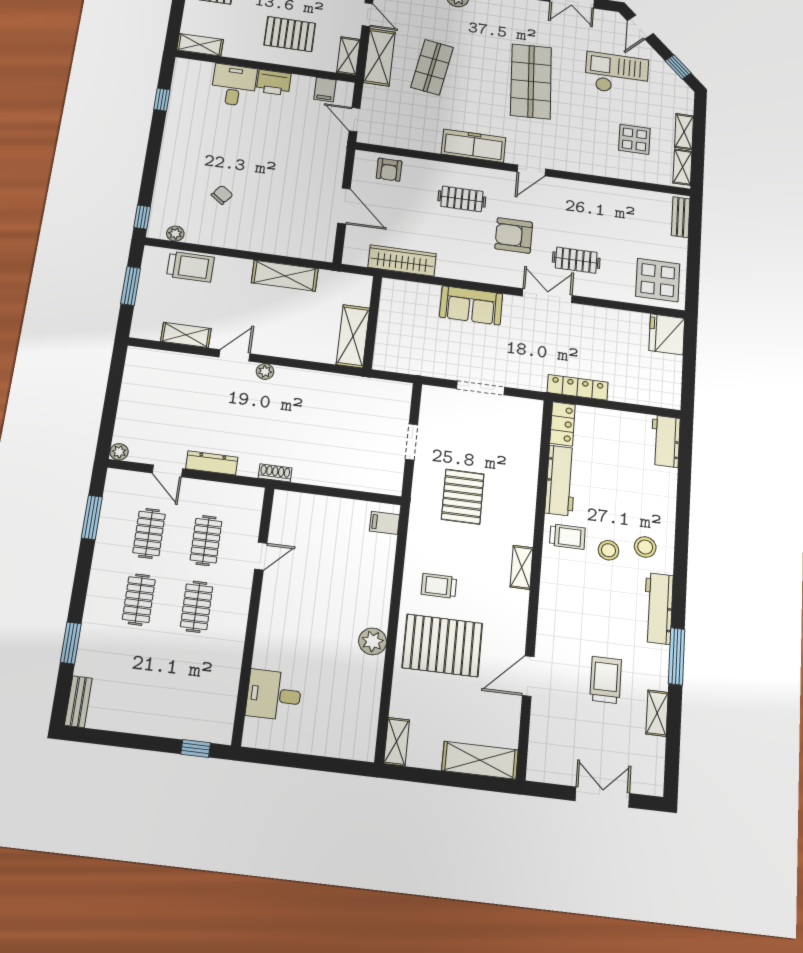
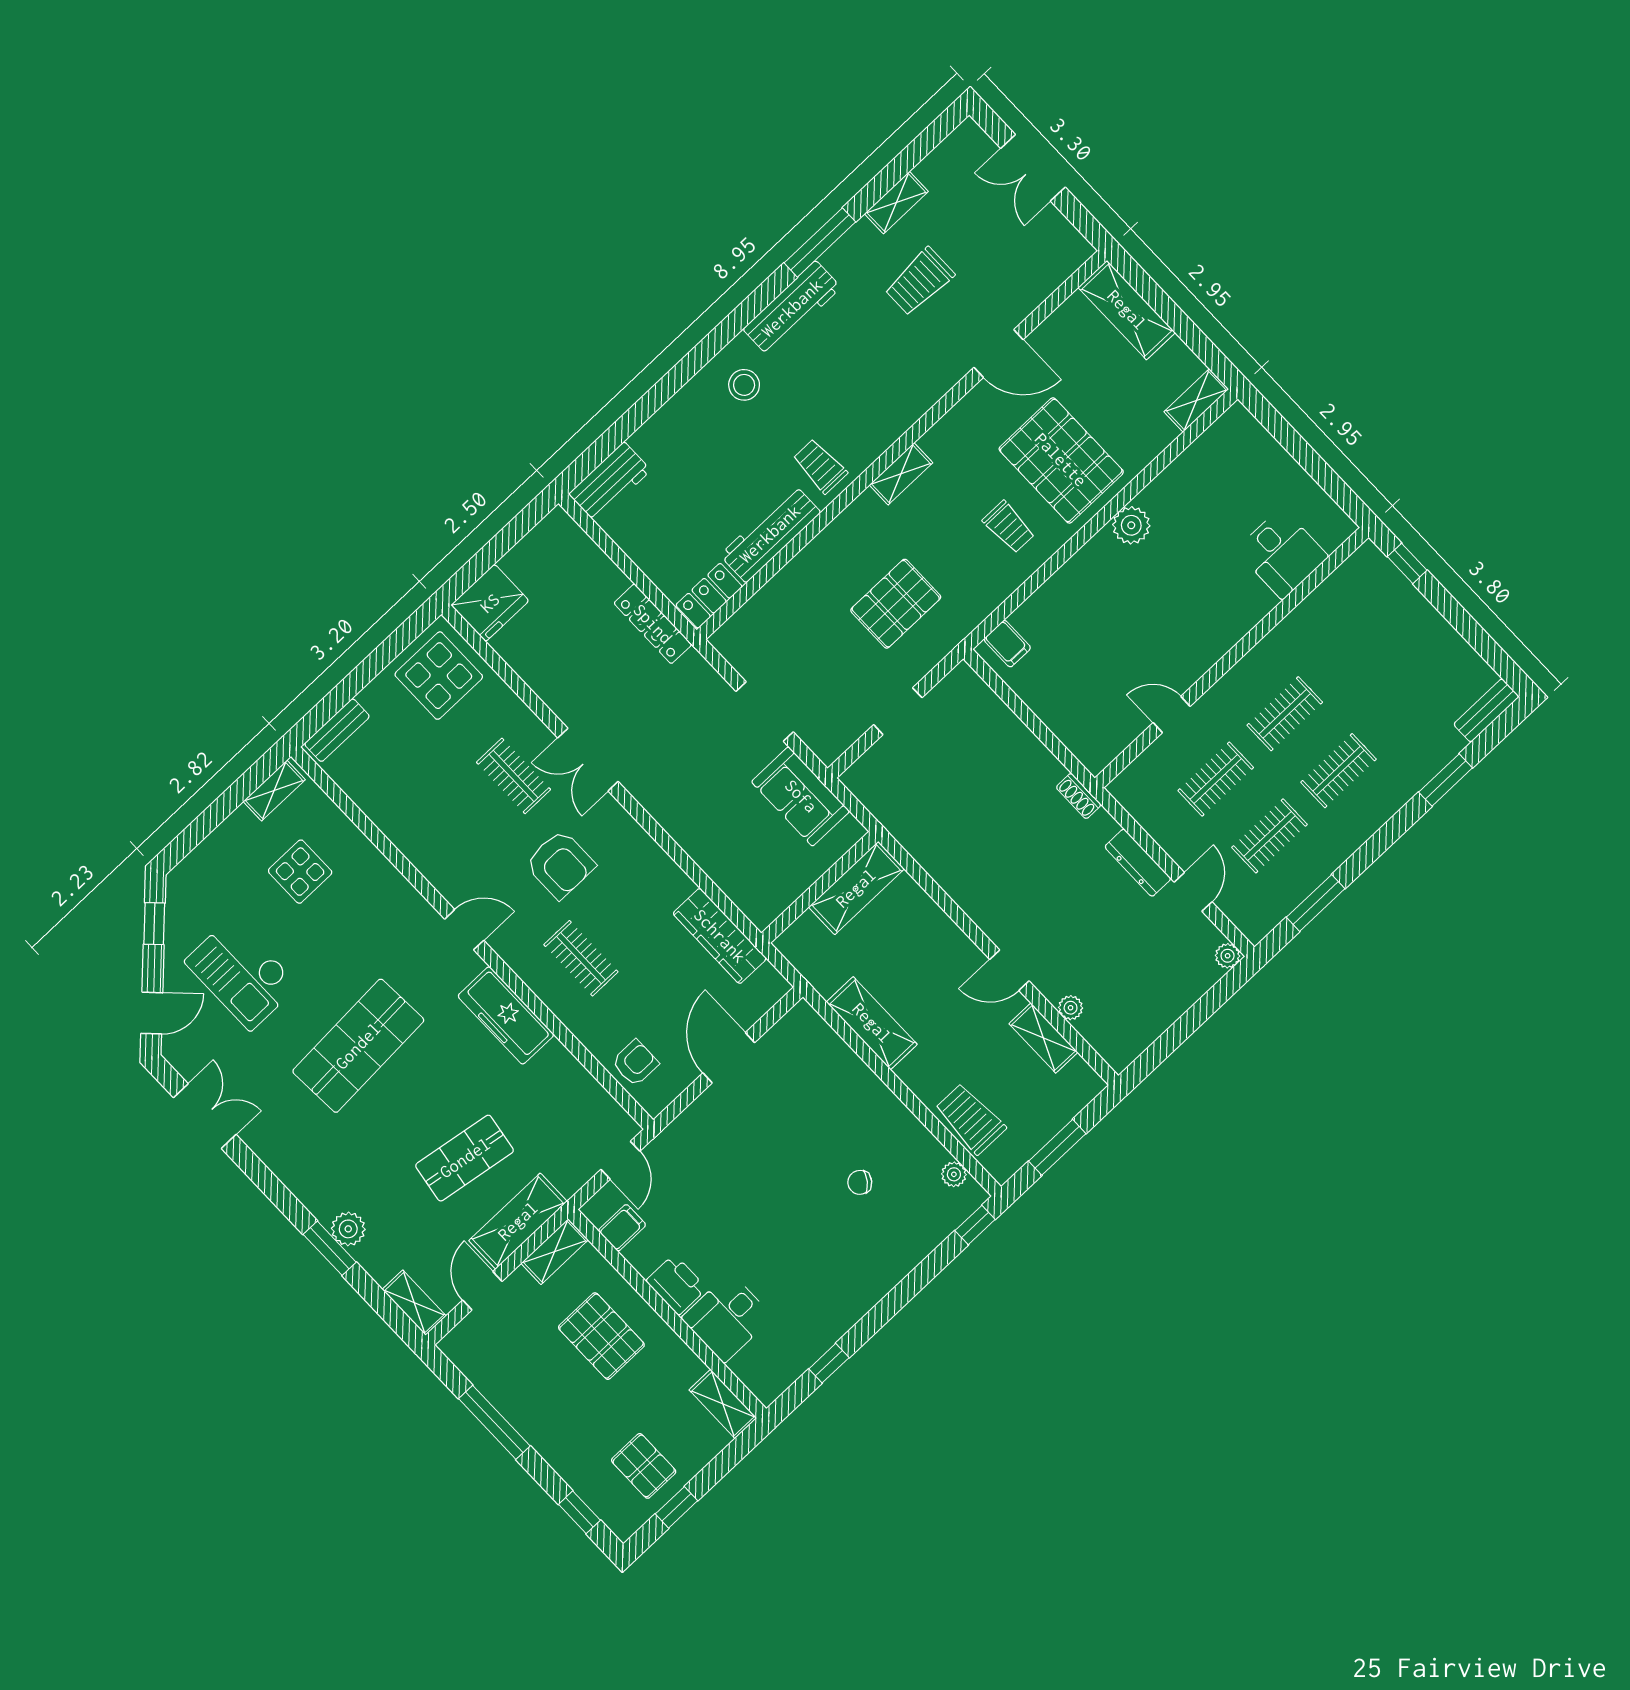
shelving: (684, 132) -> (228, 834), removed
sofa: (471, 305) -> (801, 796), moved, turned 180
plant: (265, 371) -> (1071, 1008), moved
stool: (609, 550) -> (788, 414), removed

